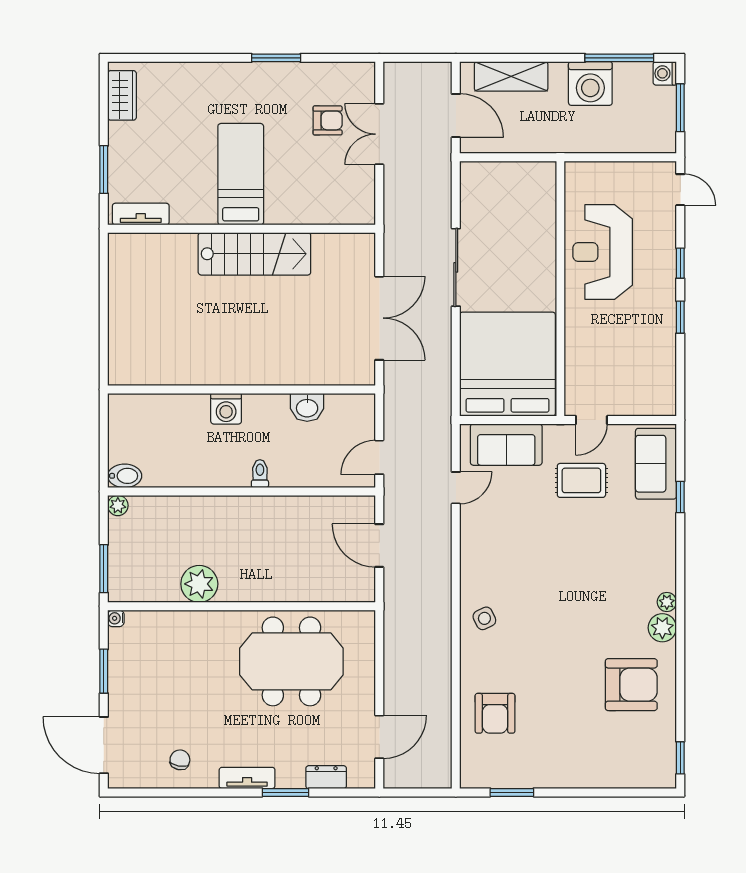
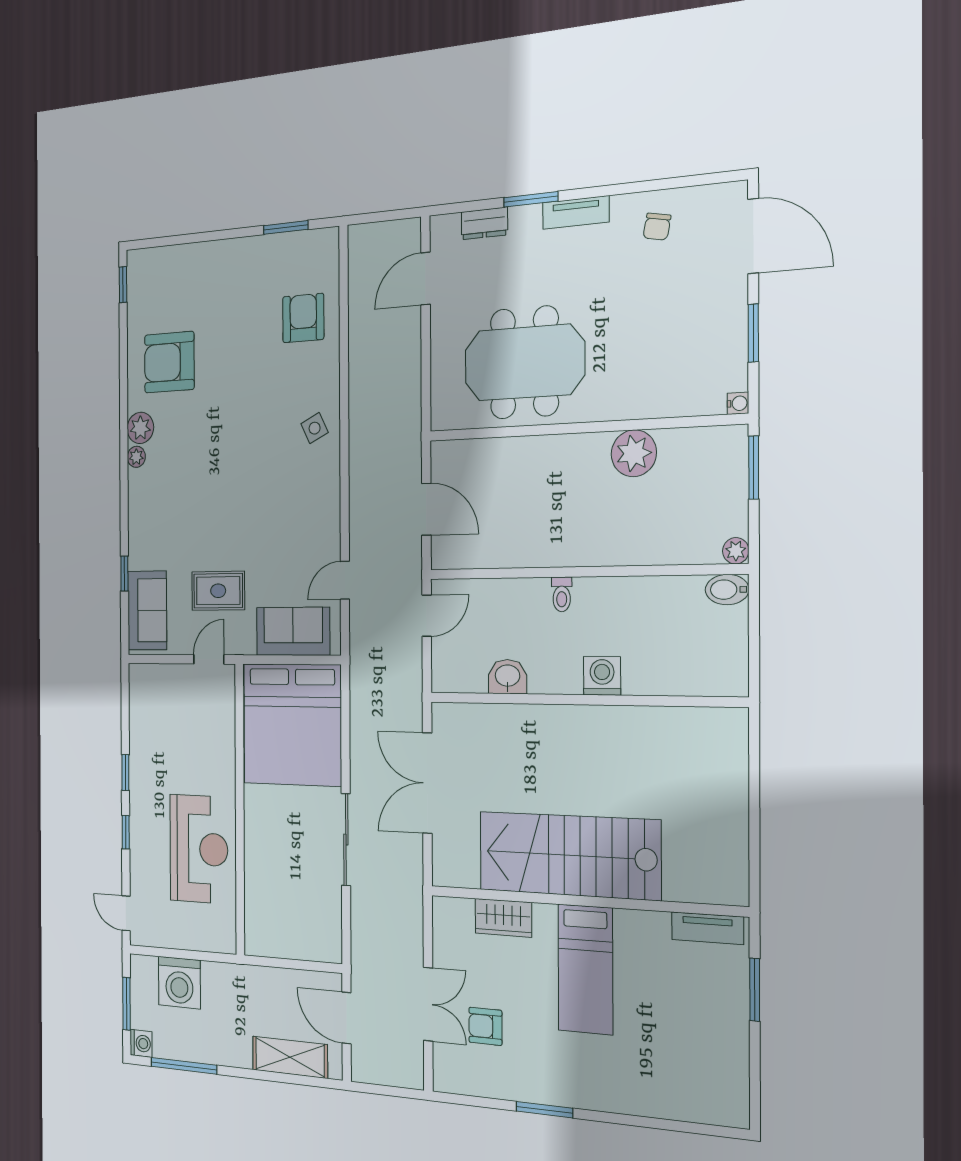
washing machine: (590, 84) -> (179, 983), moved, turned 180
wardrobe: (122, 95) -> (503, 918), moved, turned -90
stairs: (254, 254) -> (569, 855), width x1.36, depth x1.51

